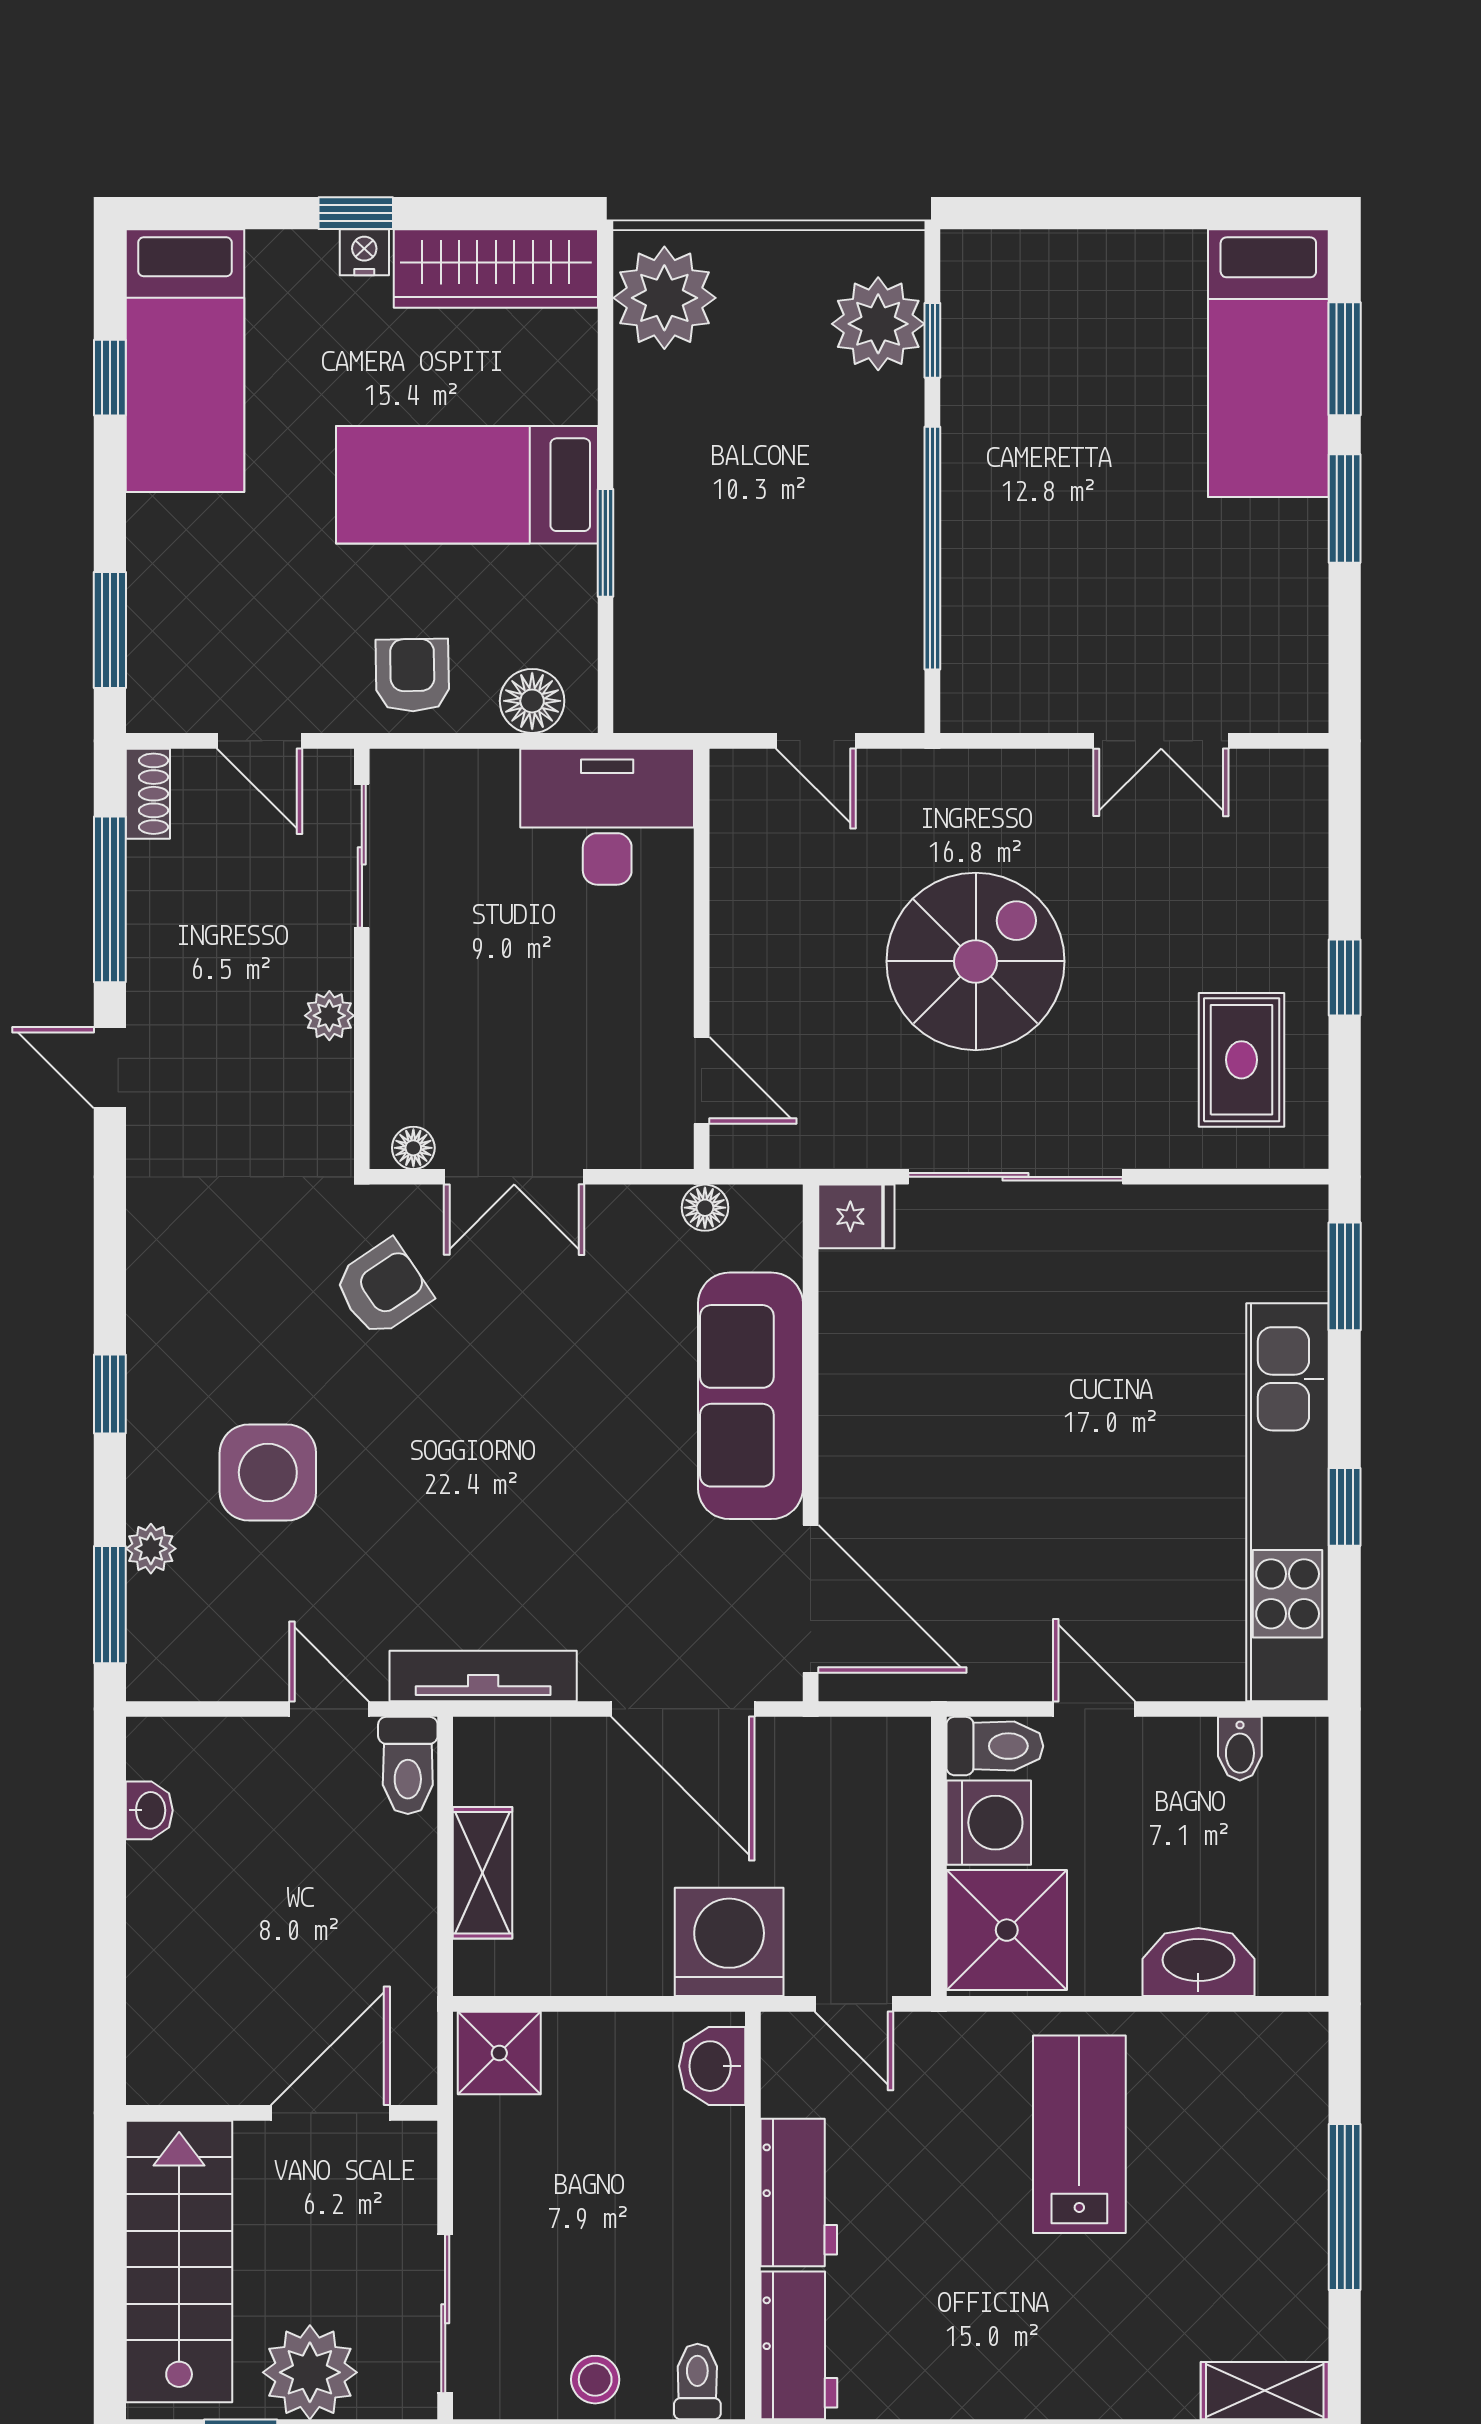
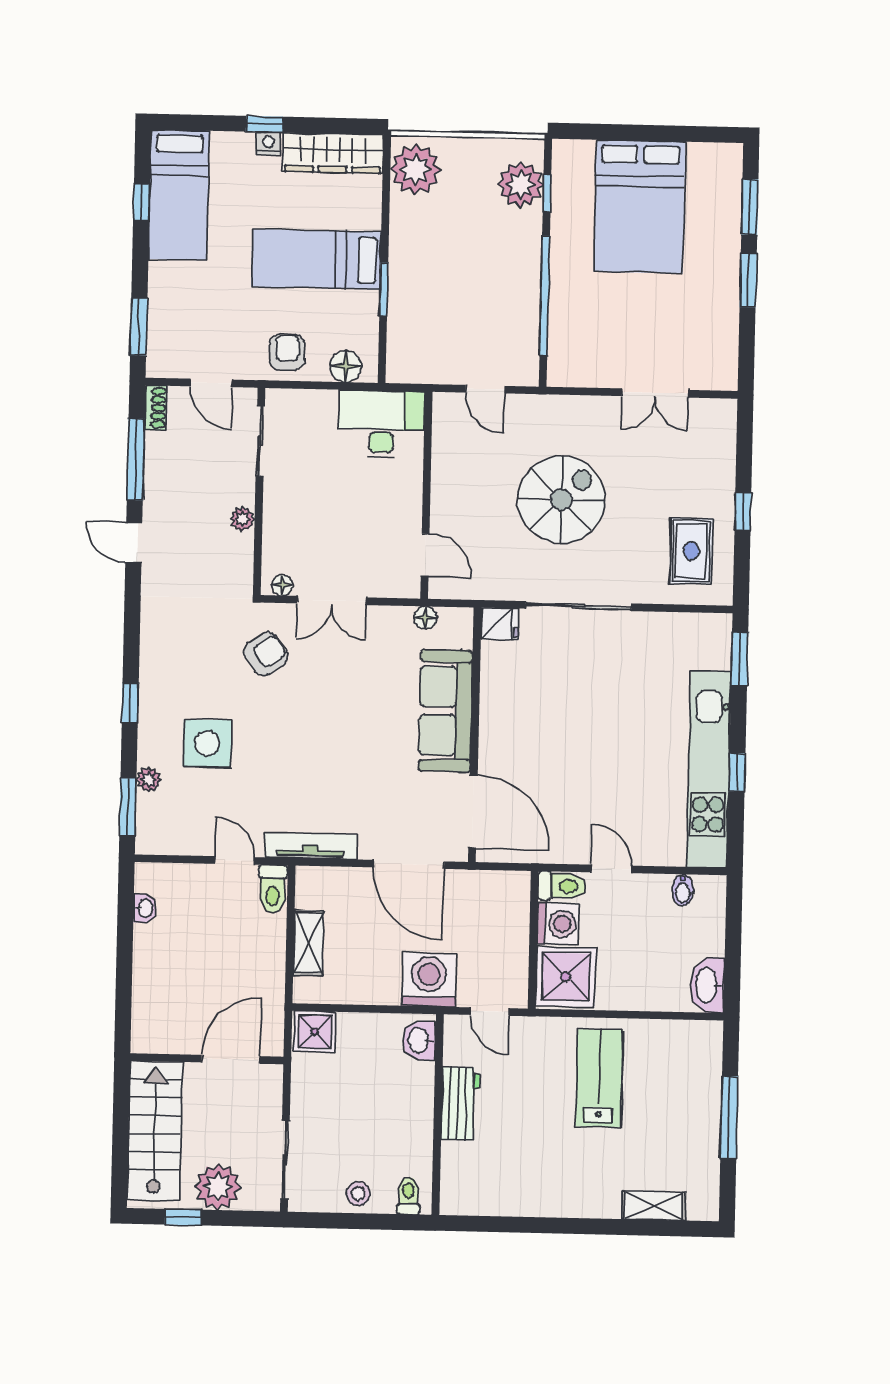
bed: (1268, 363) -> (640, 207), moved, width x1.50
washbasin: (1198, 1962) -> (707, 985), moved, turned -90
workbench: (799, 2345) -> (459, 1179), removed
shelving: (1265, 2391) -> (654, 1206), moved

